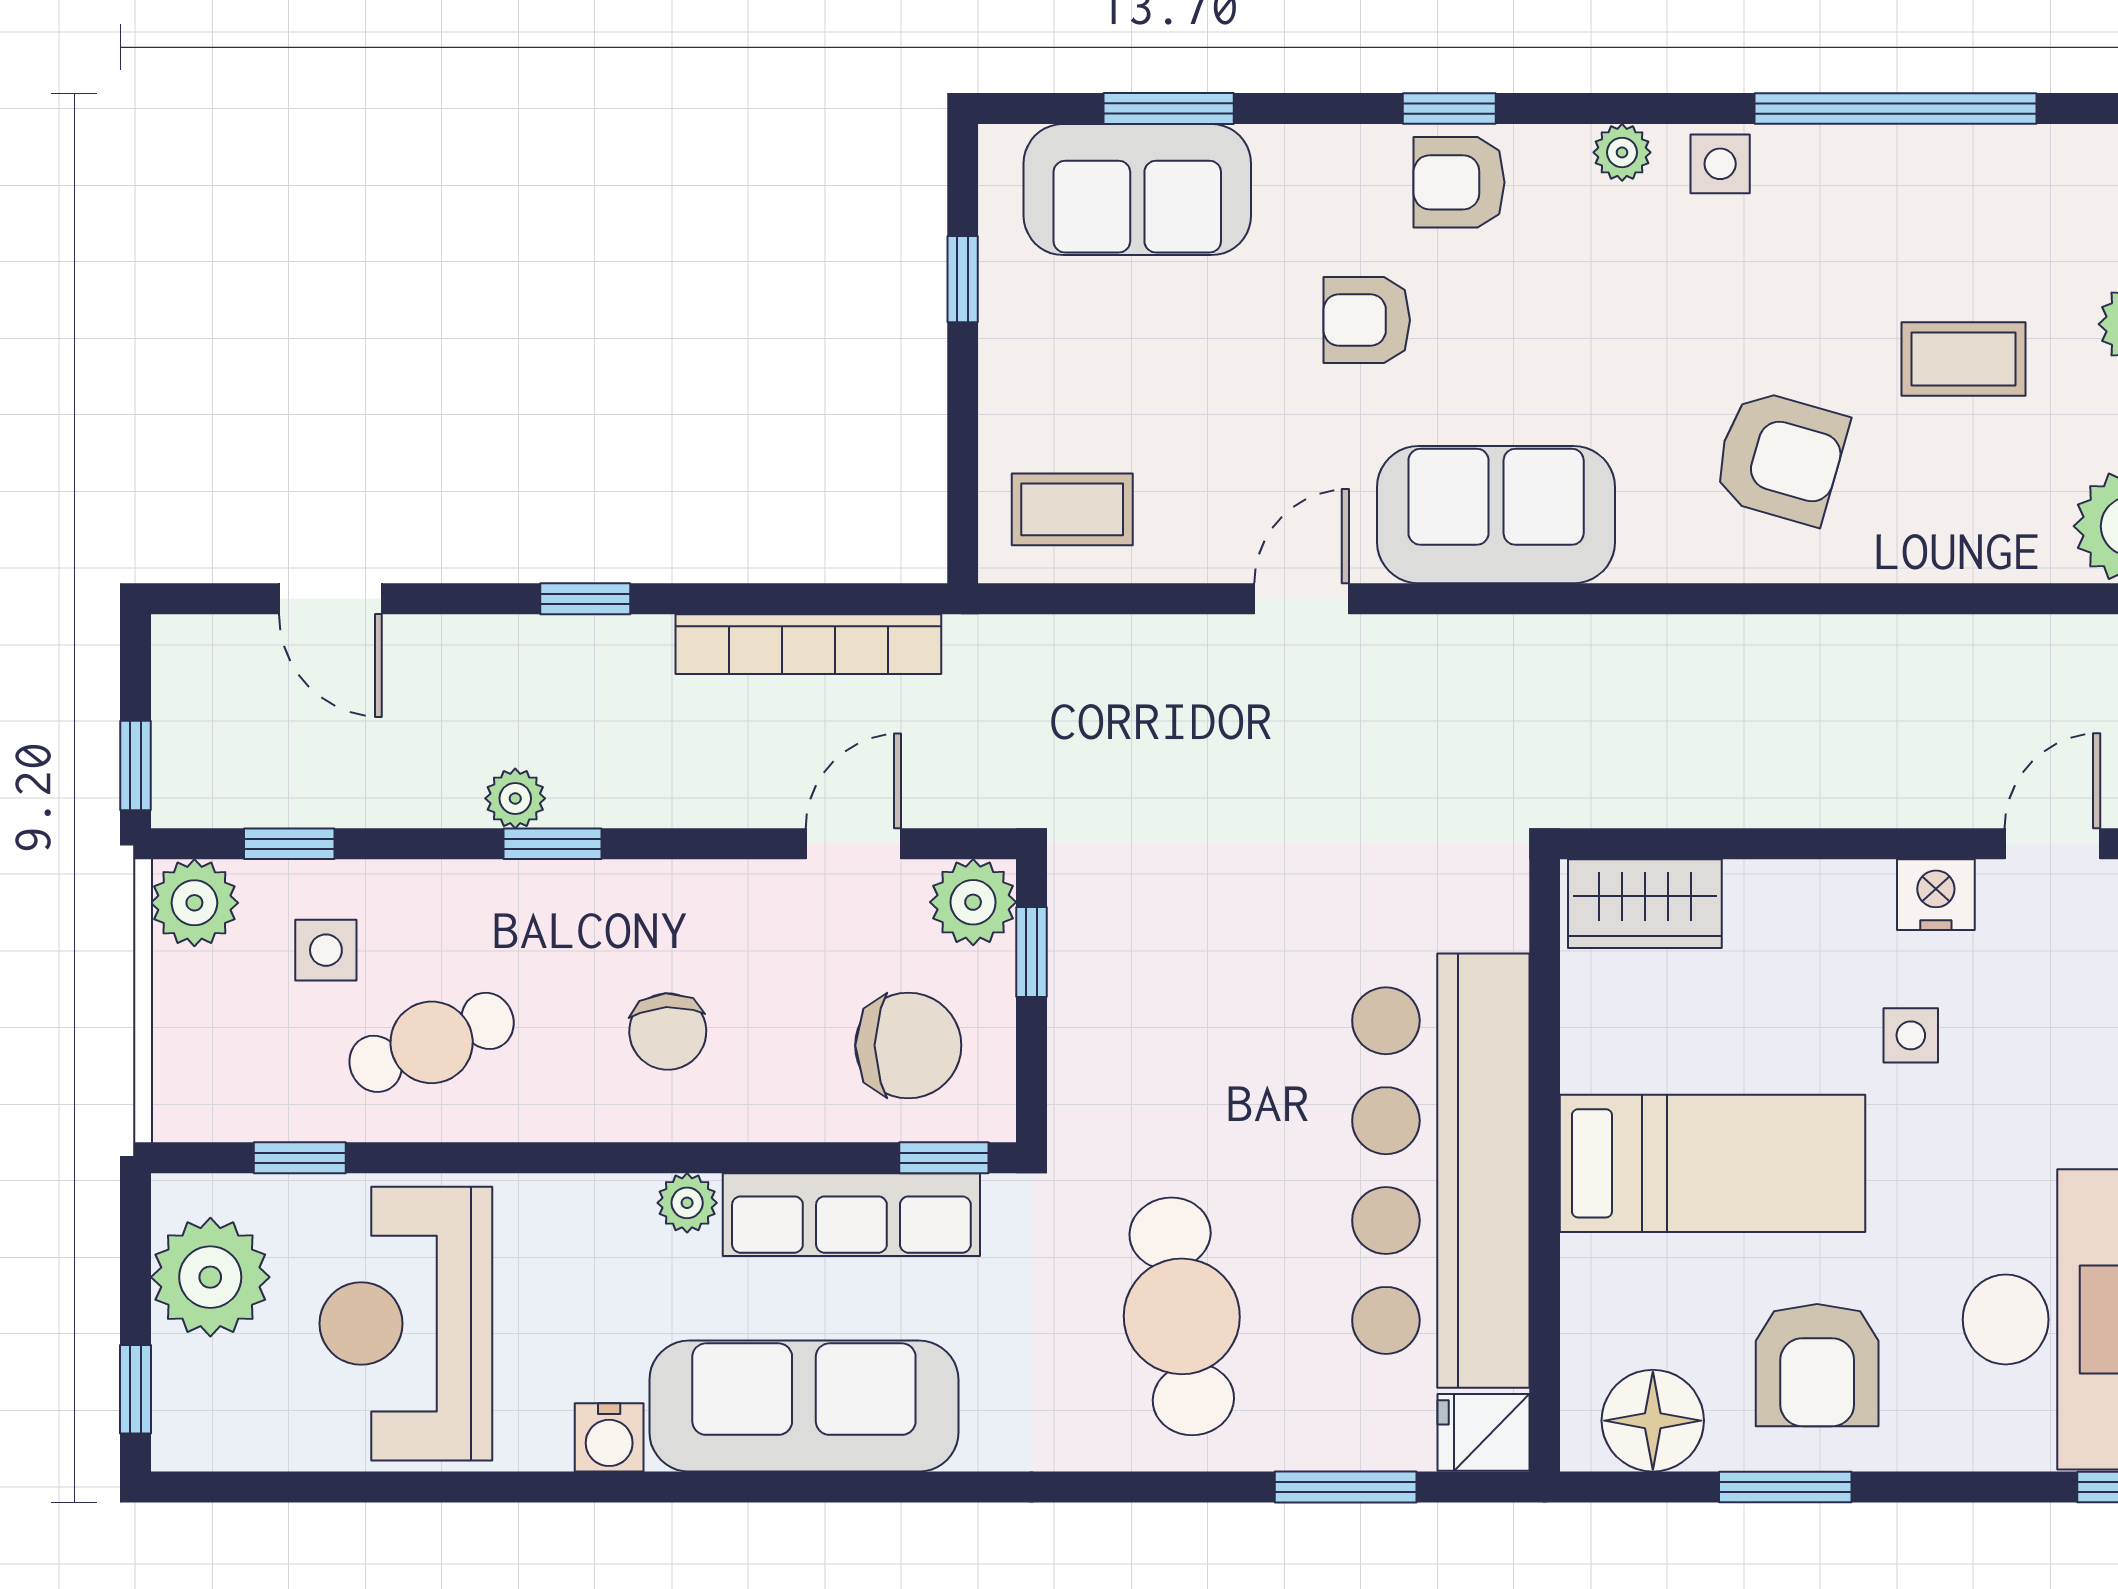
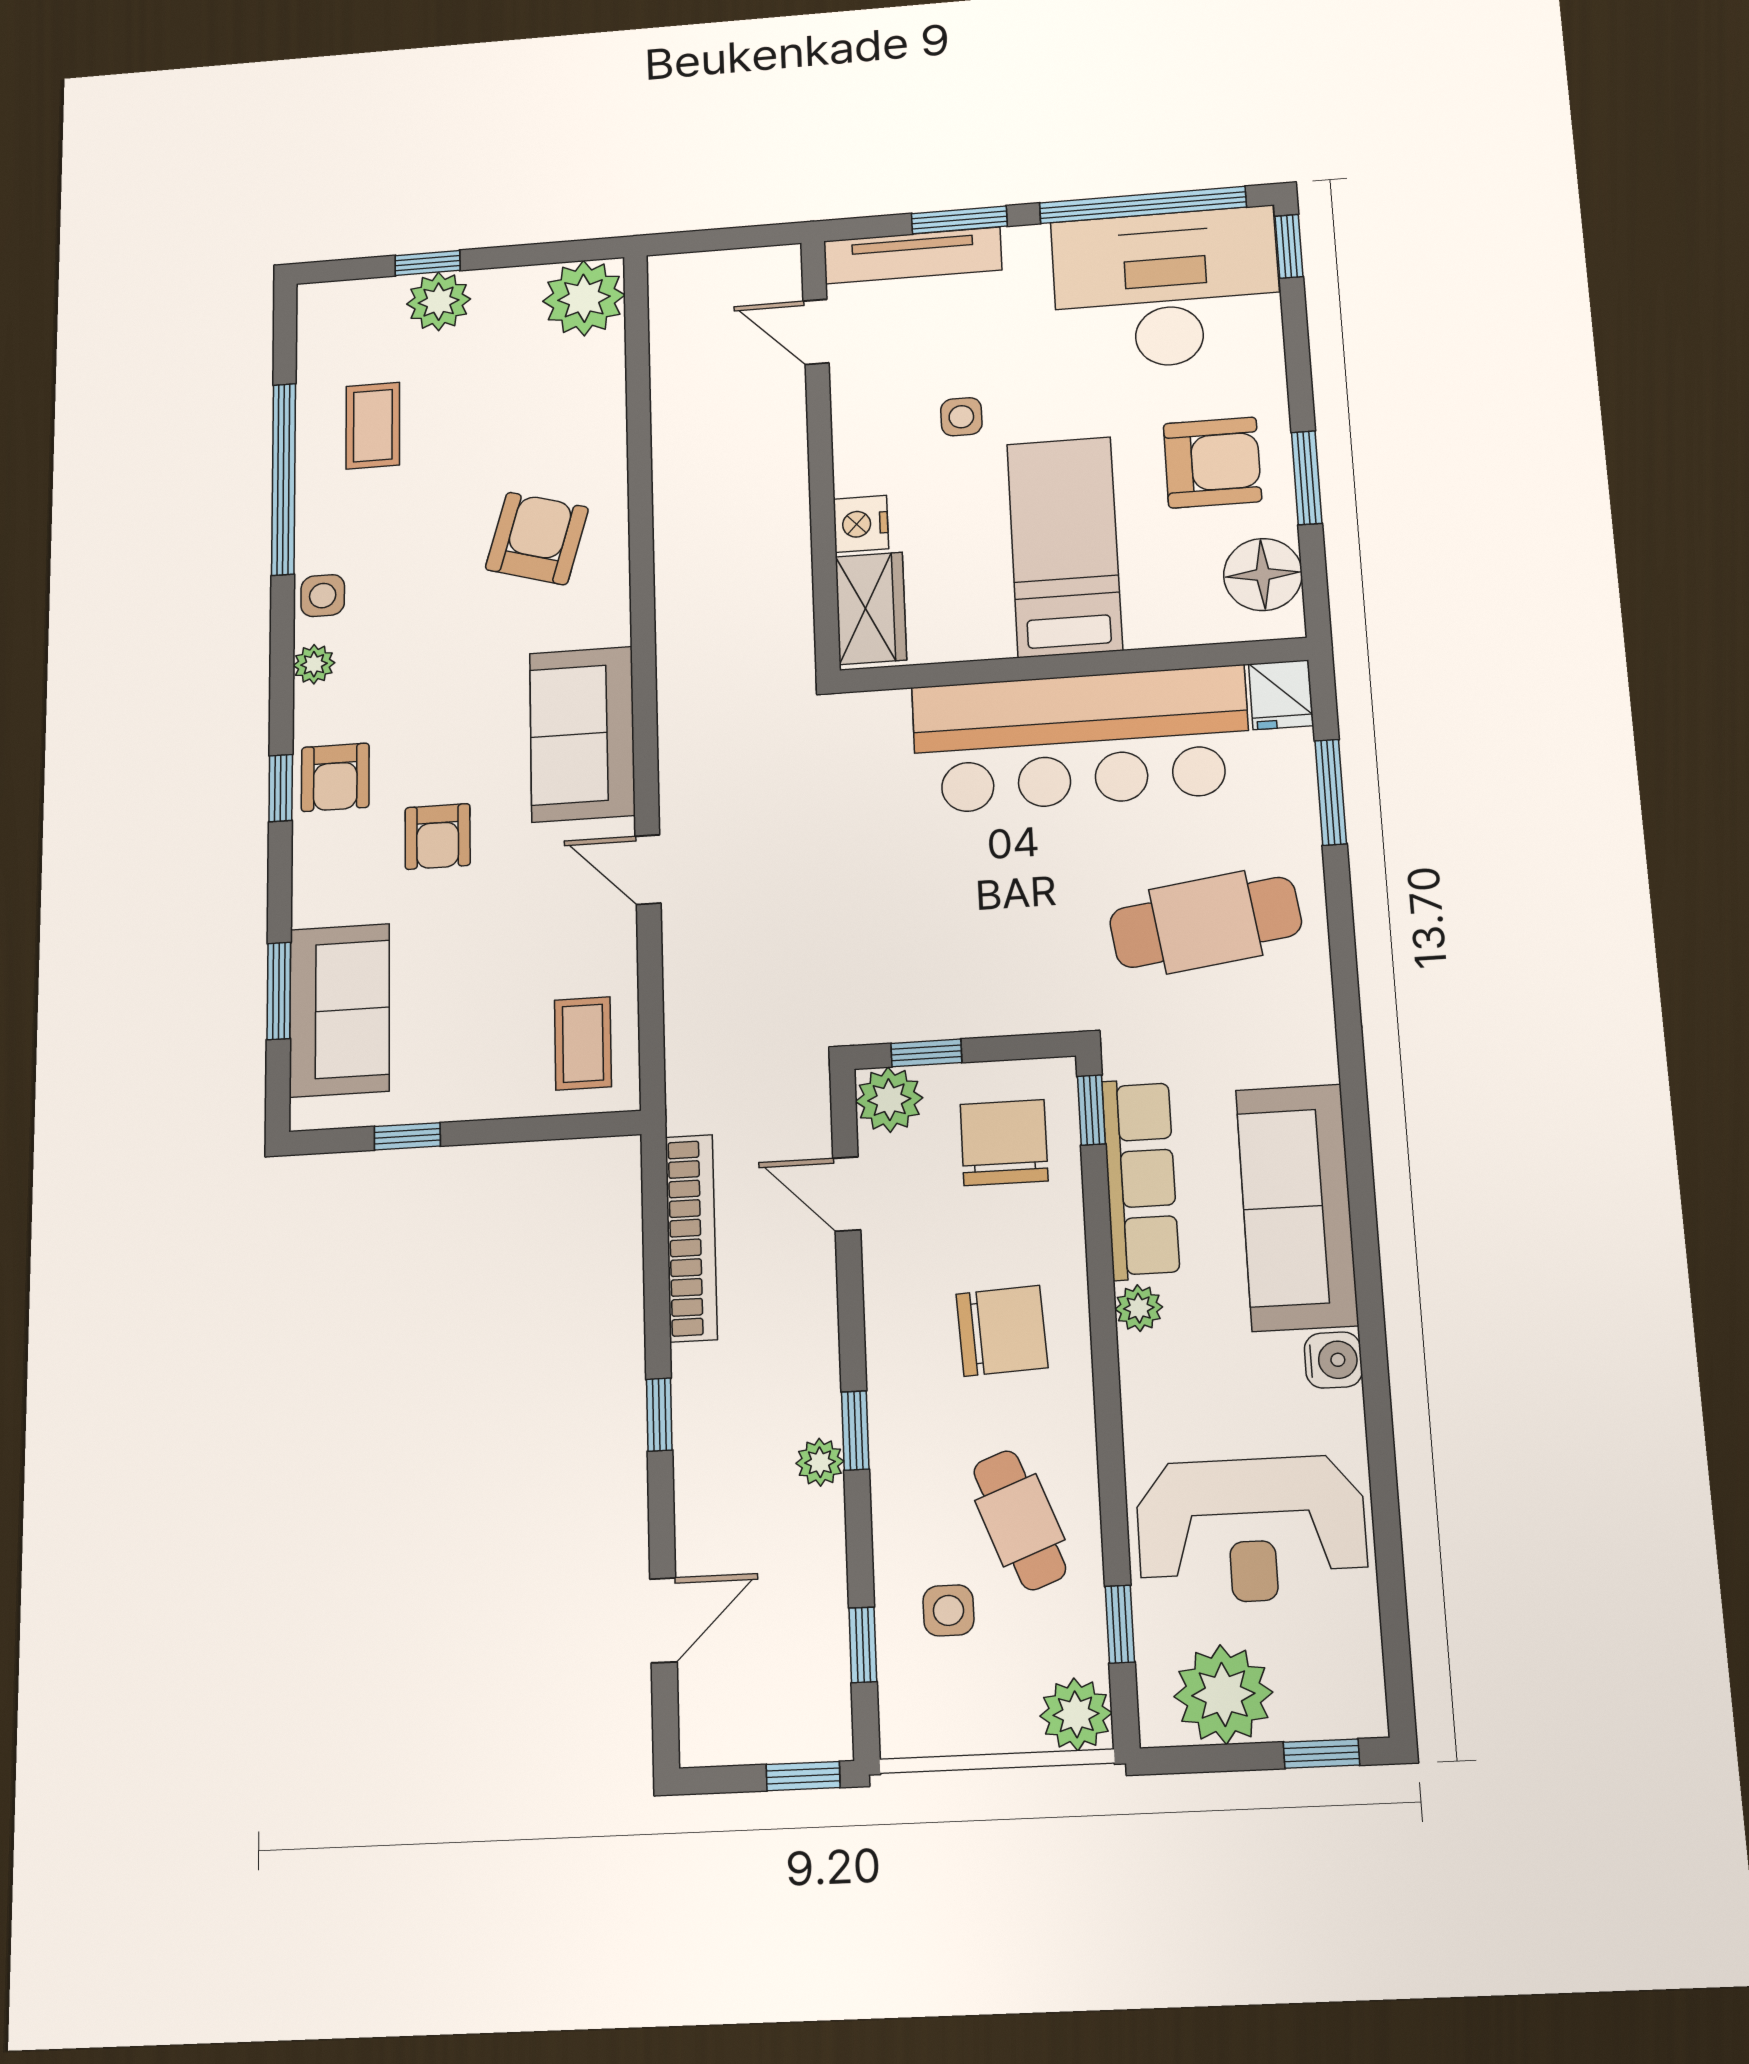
coffee table: (1963, 359) -> (373, 426), moved
nightstand: (1936, 895) -> (861, 524), moved
plant: (194, 903) -> (1076, 1714), moved
chair: (668, 1032) -> (1002, 1331), width x1.37, depth x1.37

